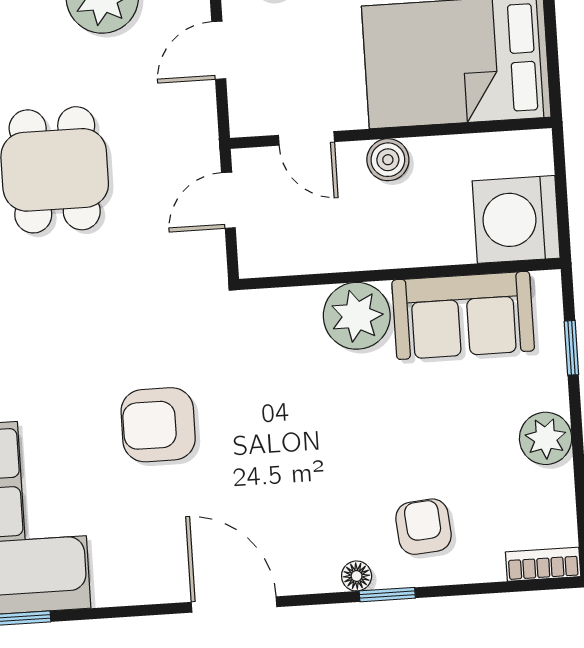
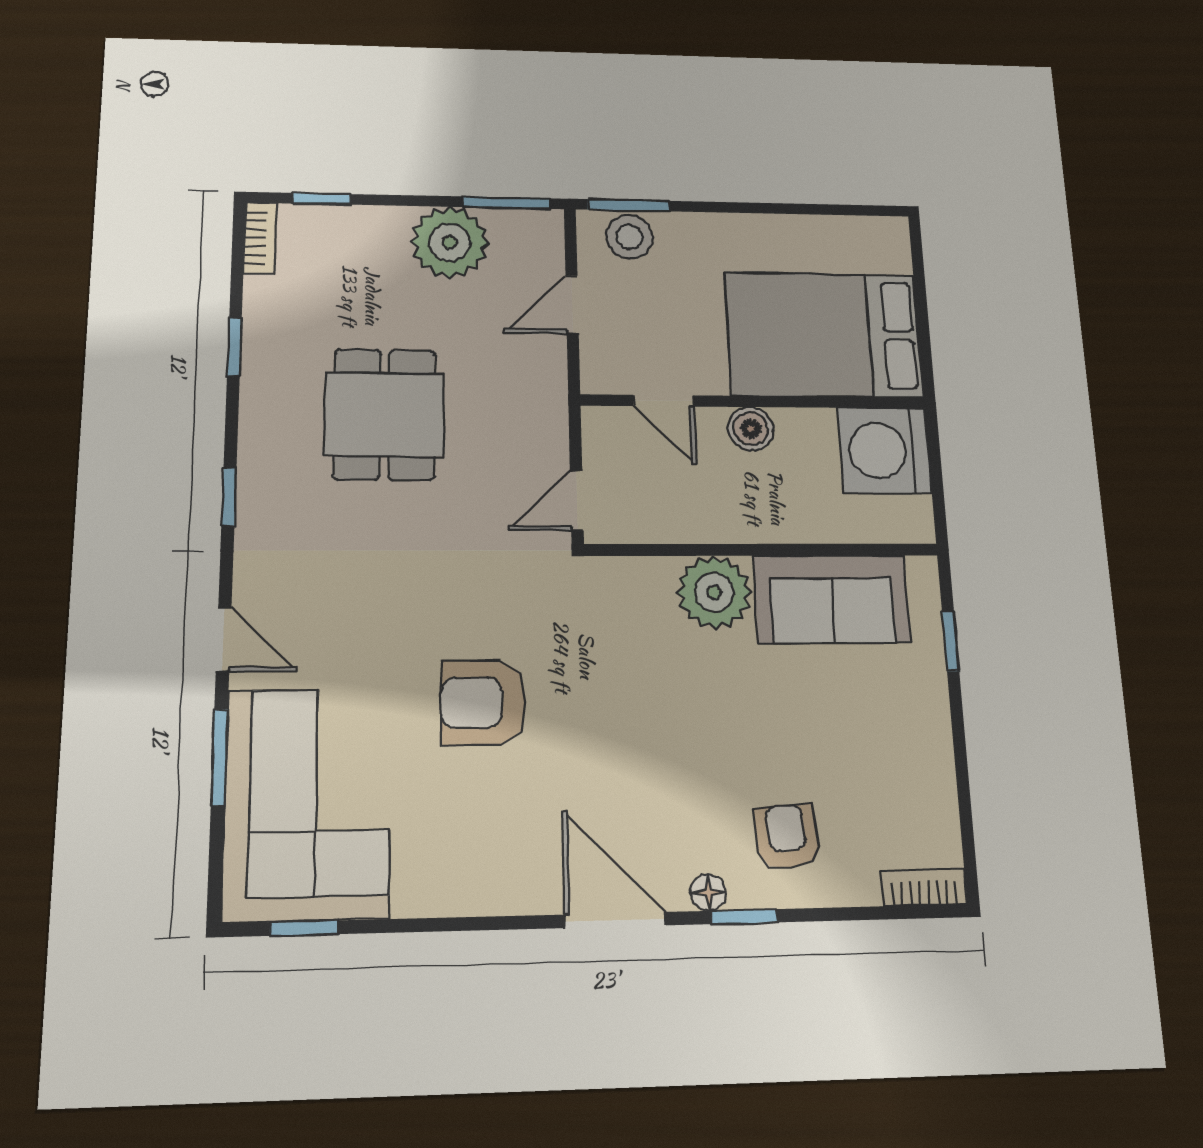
door: (228, 200) -> (577, 501), moved
washing machine: (516, 219) -> (885, 451), moved
plant: (546, 438) -> (924, 741), removed
door: (234, 604) -> (615, 920), moved

